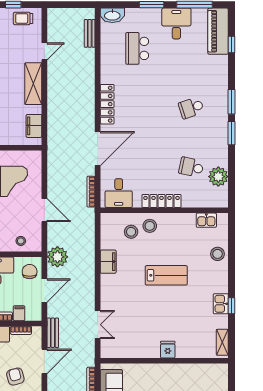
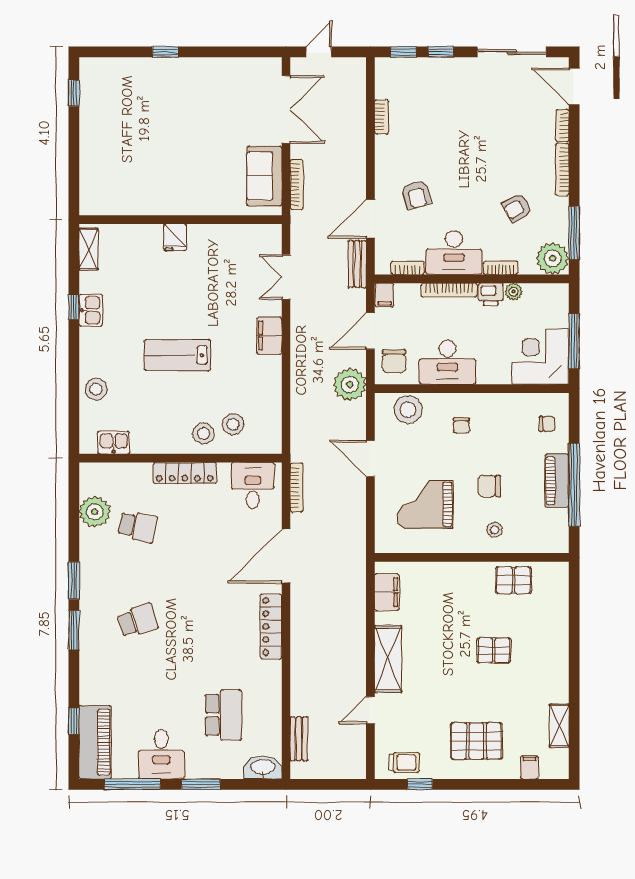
stool: (21, 241) -> (408, 410), width x1.89, depth x1.89
filing cabinet: (108, 262) -> (269, 336), moved
filing cabinet: (19, 313) -> (385, 295), moved

